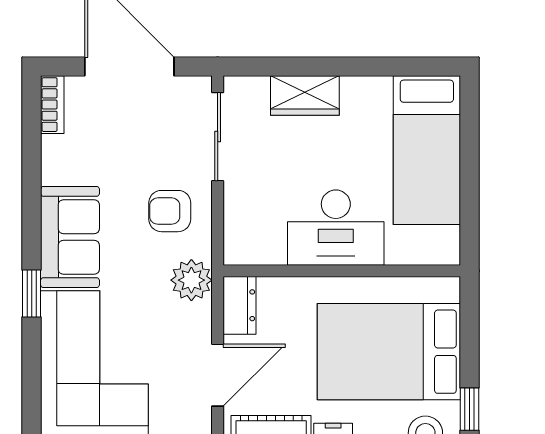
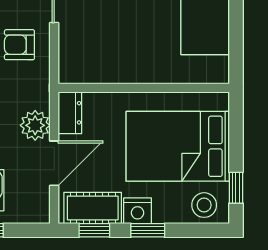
desk: (336, 228) -> (139, 57), removed
plant: (191, 280) -> (35, 125), moved

